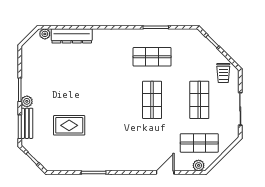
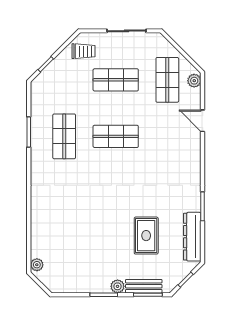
dresser: (72, 36) -> (192, 237), moved, turned 180

